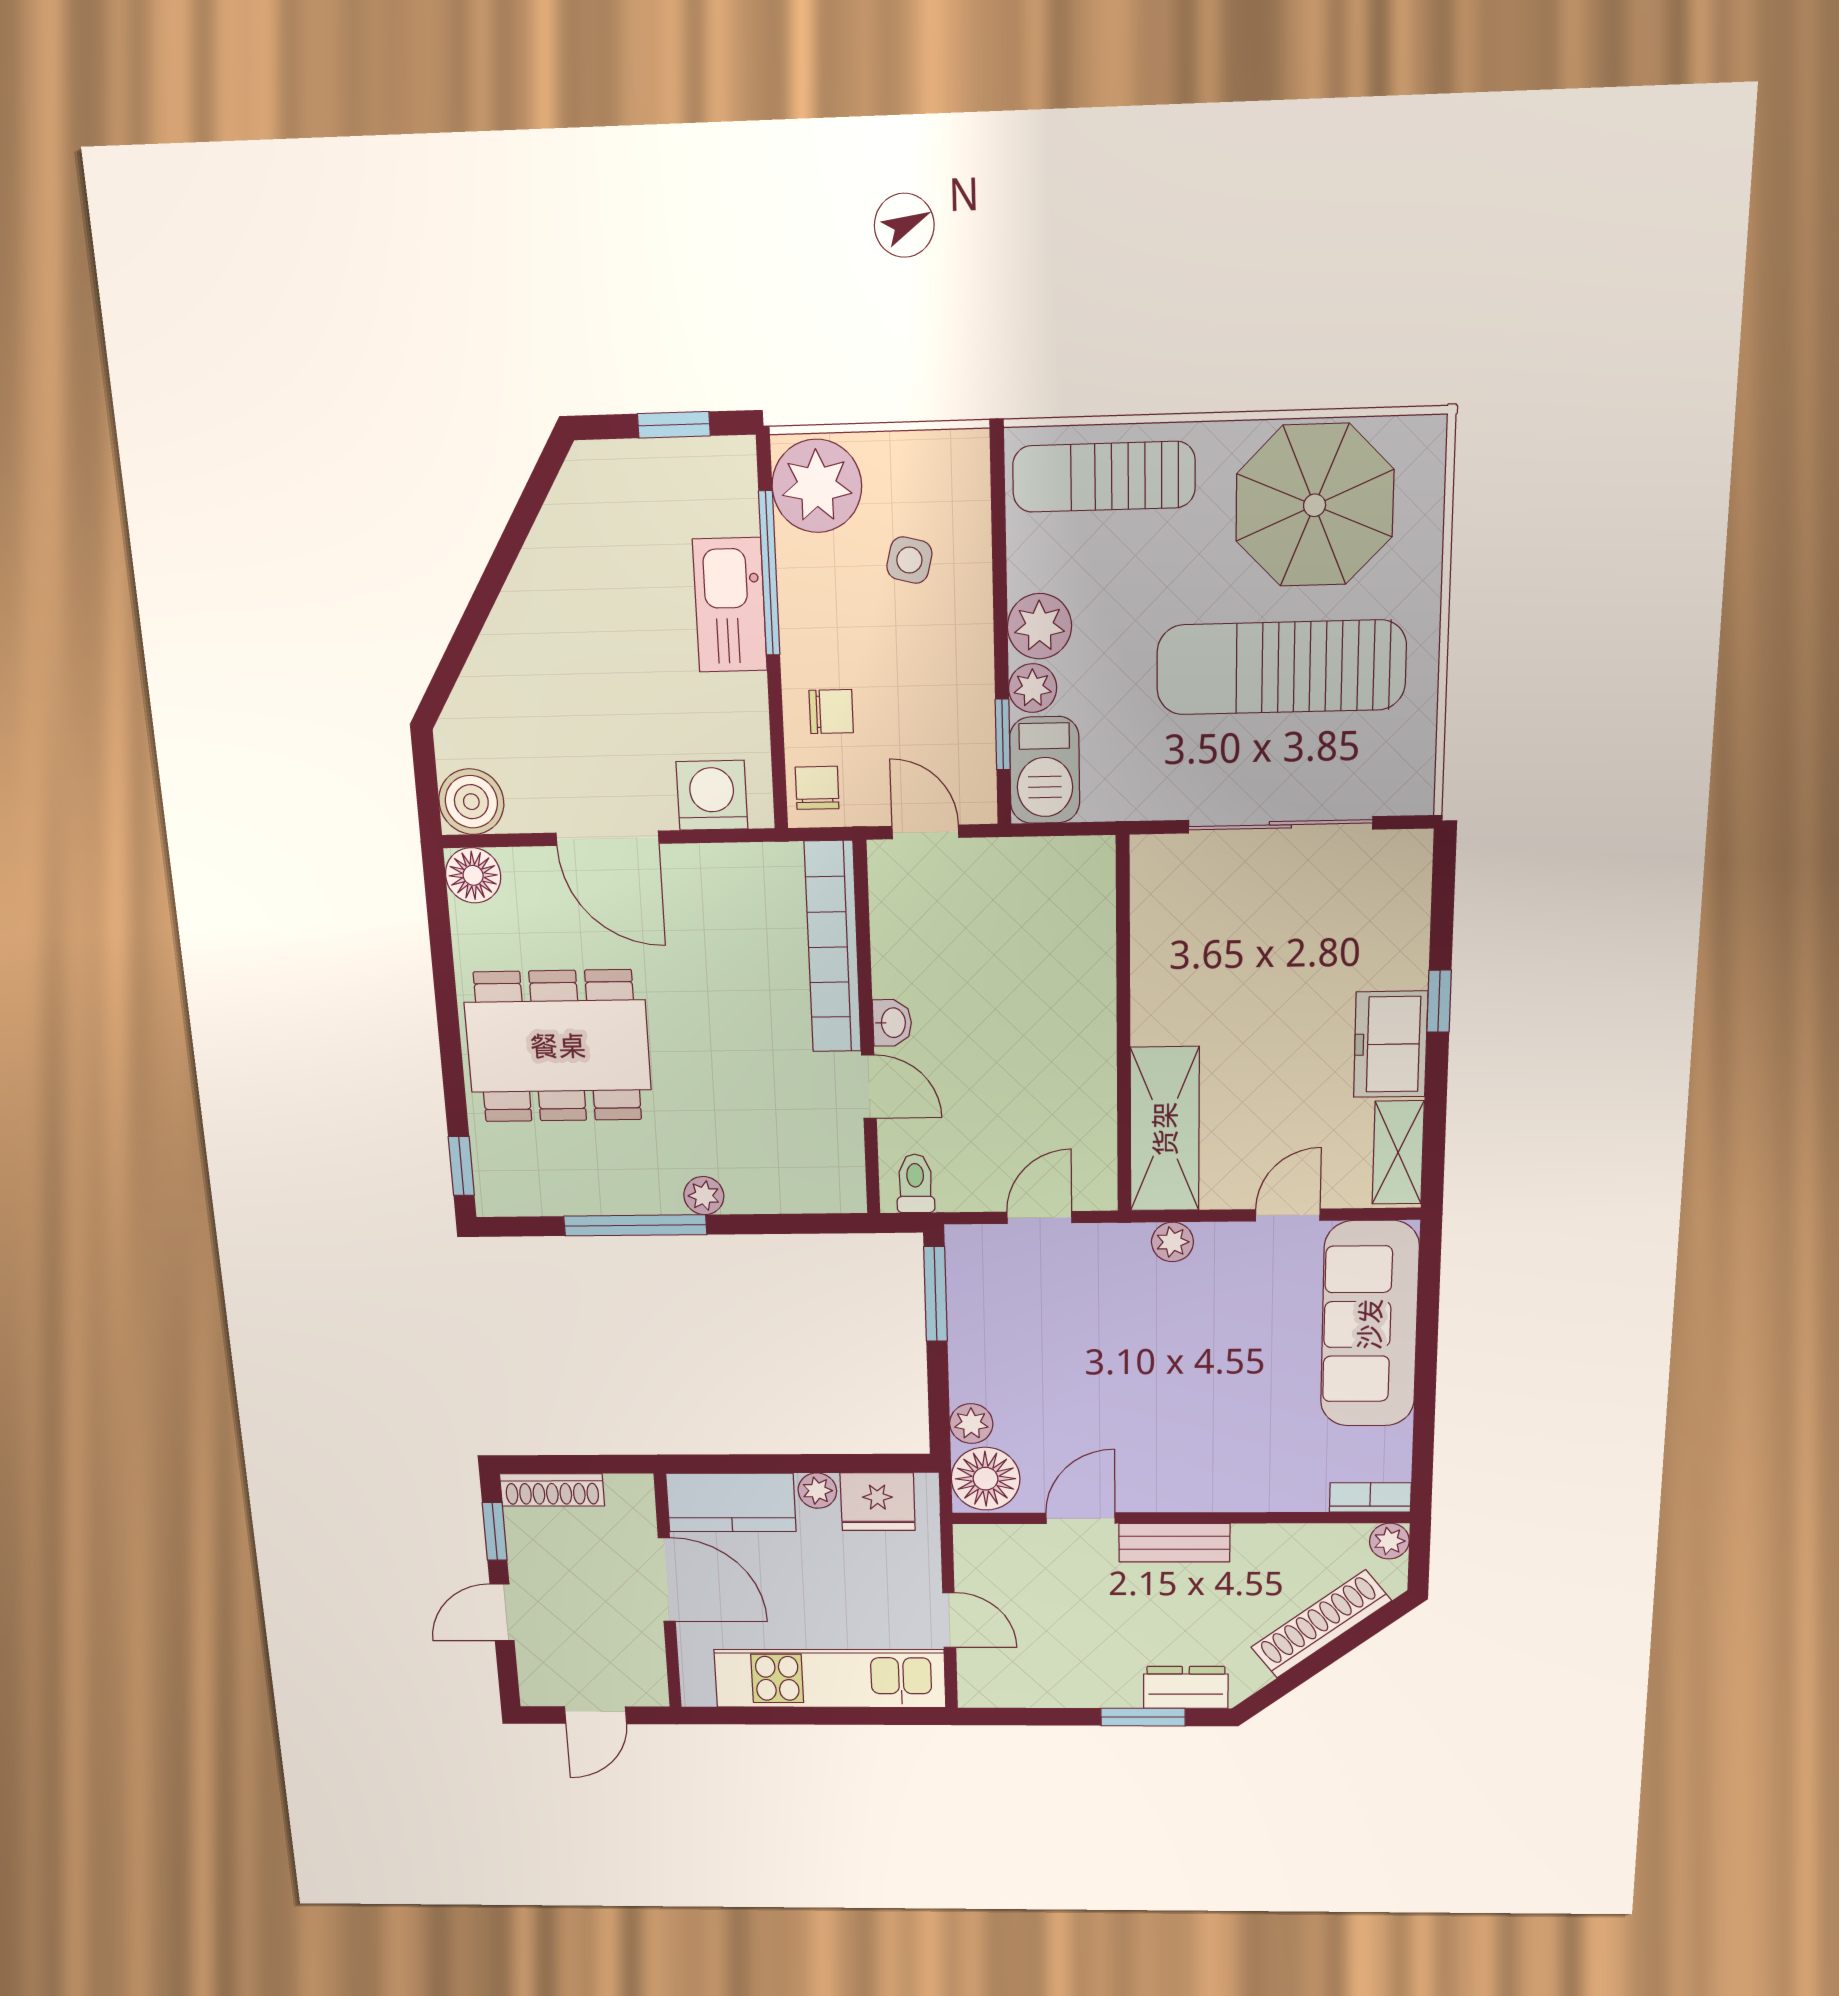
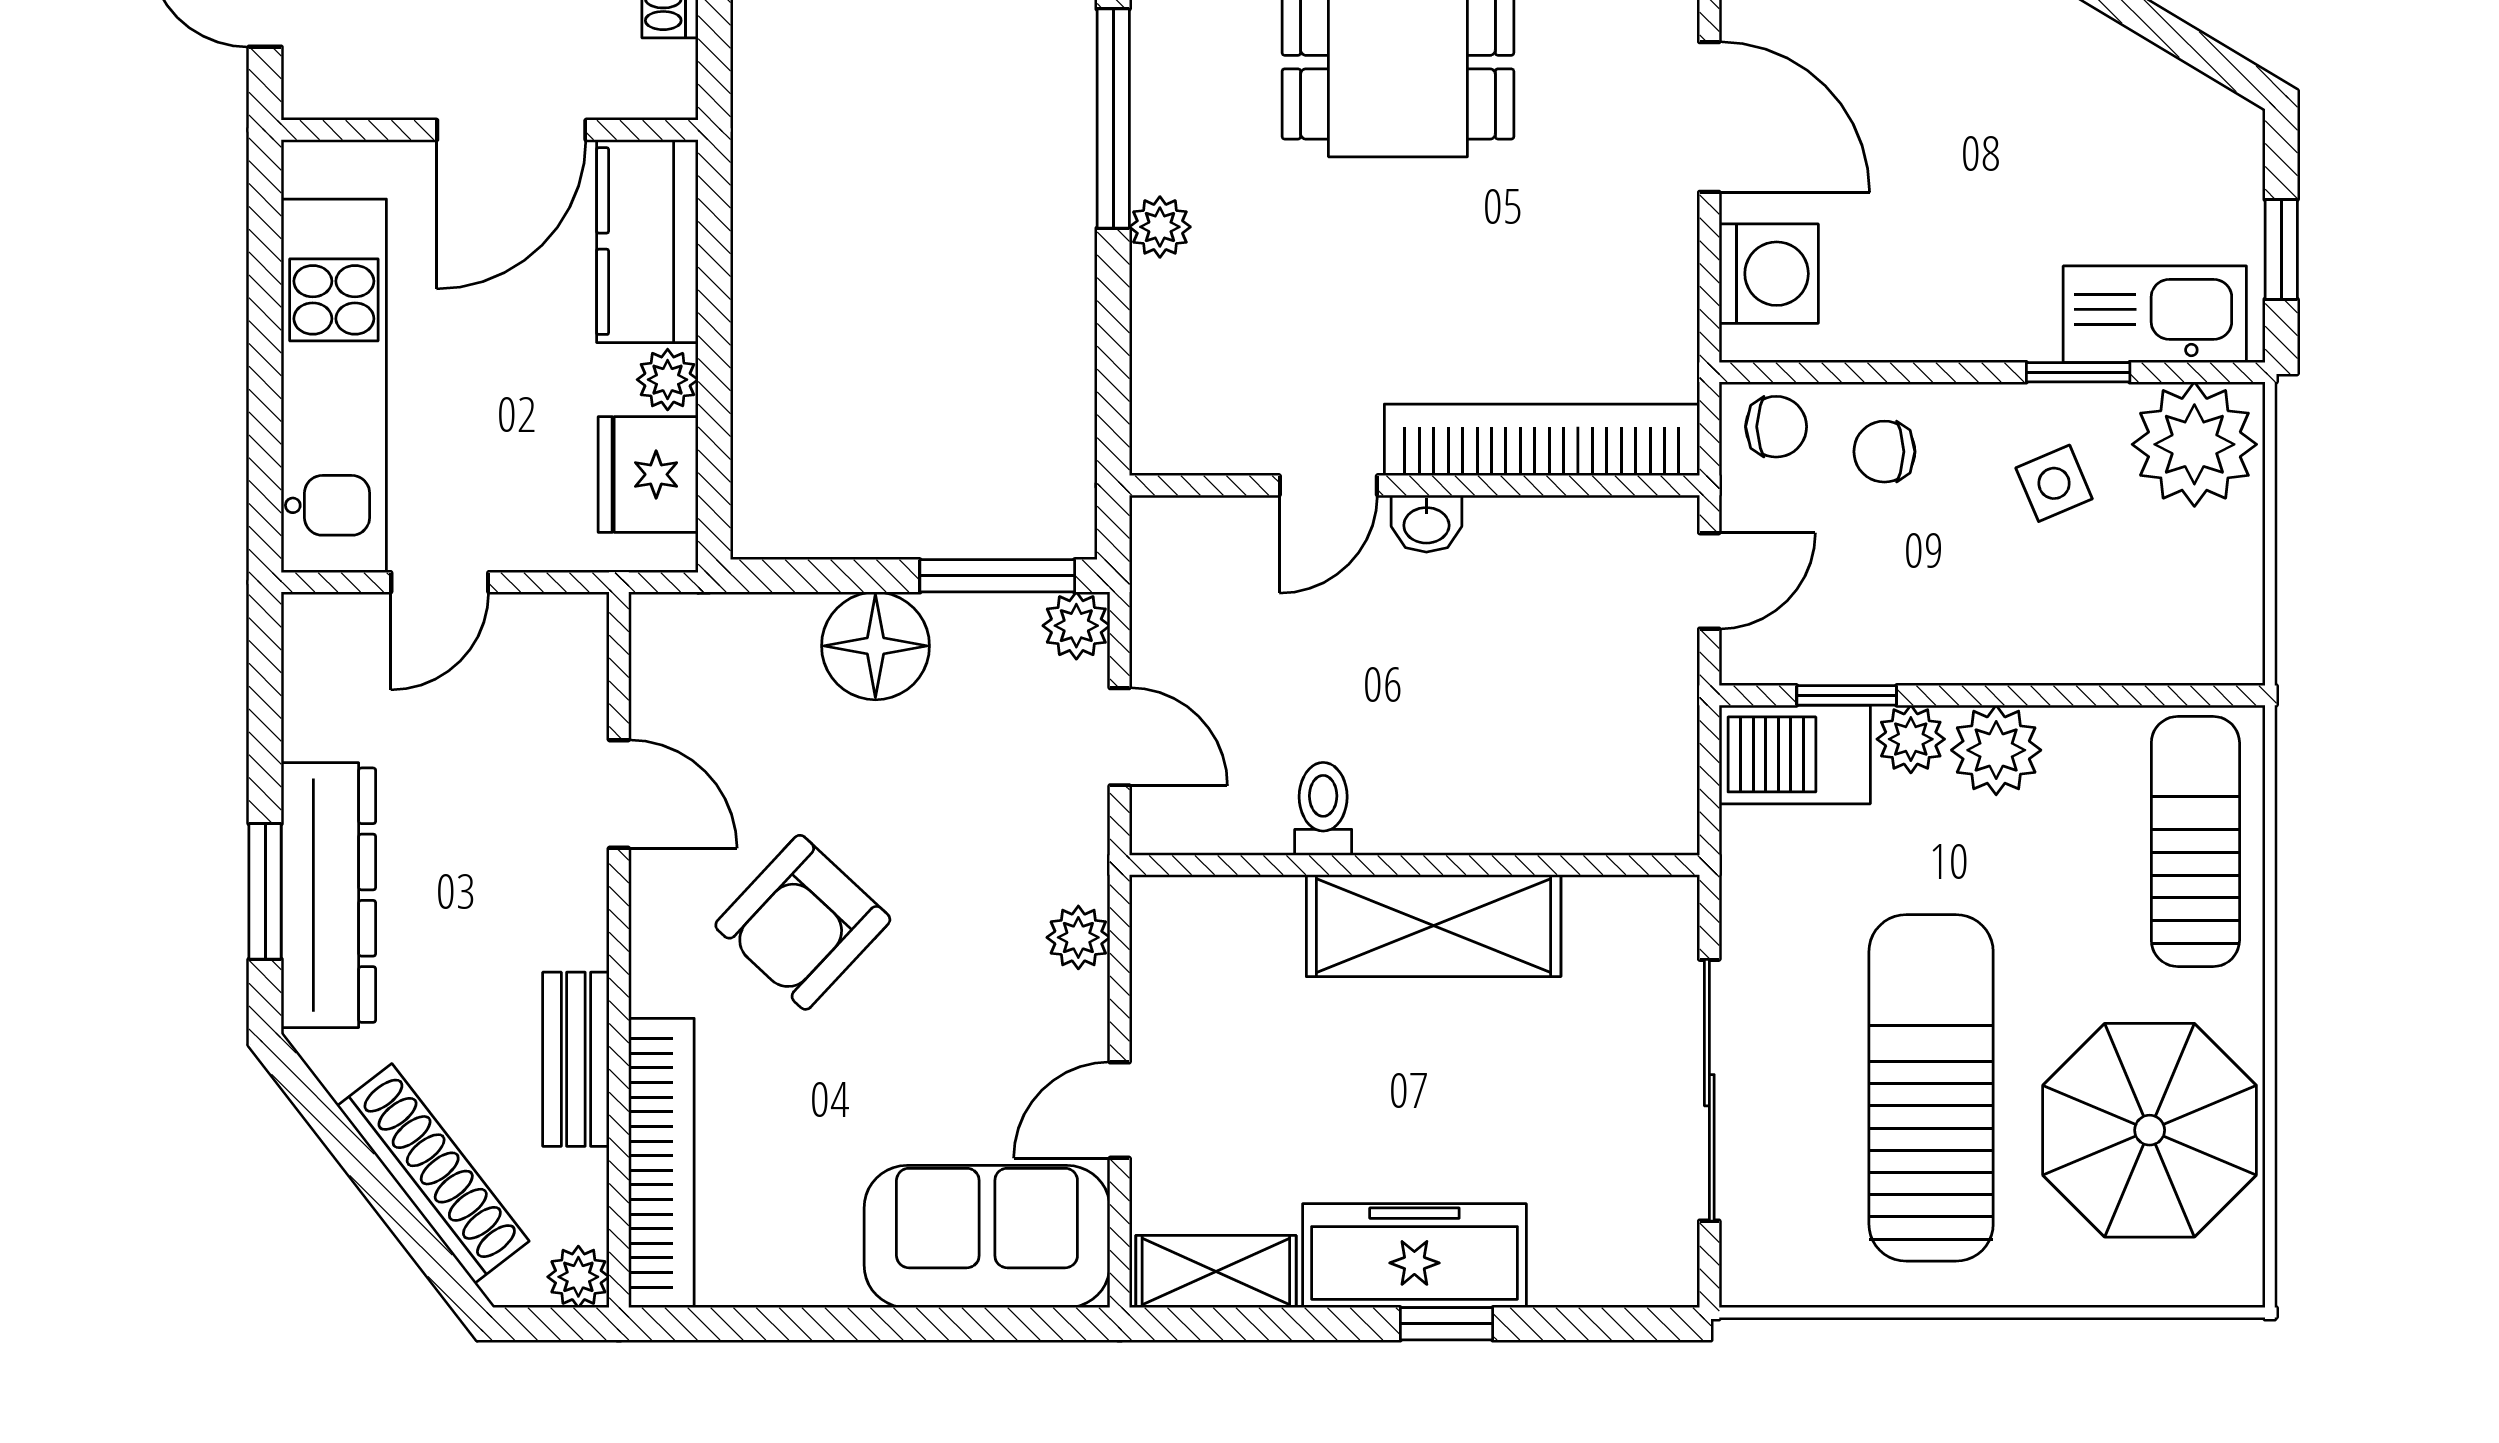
side table: (909, 560) -> (2054, 483), moved, turned -37
window: (769, 574) -> (2078, 372), width x0.46
kitchen sink: (730, 605) -> (2155, 314), moved
chair: (831, 712) -> (1884, 452), turned 90
door: (607, 838) -> (1709, 117), swing flipped
freezer: (1391, 1044) -> (1414, 1256), width x1.40
shelving: (1165, 1129) -> (1434, 926), moved
toilet: (915, 1183) -> (1323, 809), moved, turned -90
door: (1288, 1215) -> (1120, 1110), swing flipped
sofa: (1370, 1324) -> (987, 1237), width x0.73
armchair: (1162, 1410) -> (803, 922), added
plant: (971, 1424) -> (1076, 626), moved
floor lamp: (986, 1479) -> (875, 646), moved
bookcase: (1370, 1497) -> (661, 1163), width x2.31, depth x1.31
bench: (1174, 1543) -> (576, 1059), moved
dresser: (1186, 1687) -> (328, 895), width x1.96, depth x1.24

